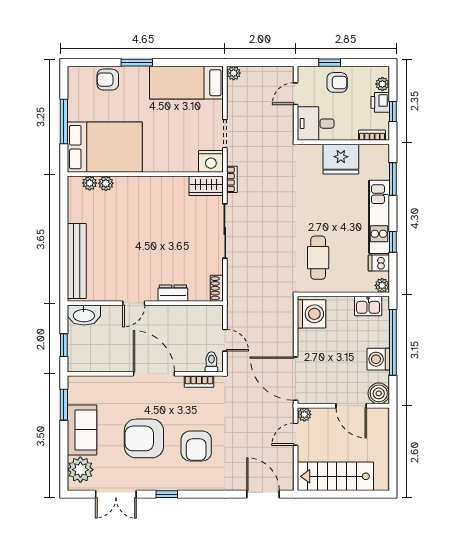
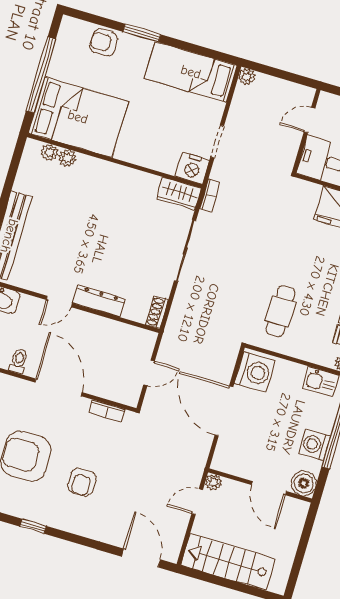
window: (64, 121) -> (41, 75), width x1.46
dresser: (173, 293) -> (99, 301), width x1.44
door: (225, 340) -> (149, 373), hinge flipped
toilet: (211, 362) -> (19, 361), moved
door: (296, 379) -> (224, 411), moved
armchair: (196, 446) -> (82, 482), width x0.72, depth x0.72

